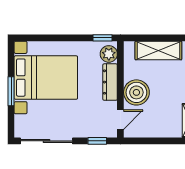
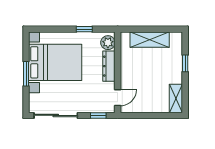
window: (102, 38) -> (84, 29), moved
boiler: (136, 92) -> (131, 75), removed

